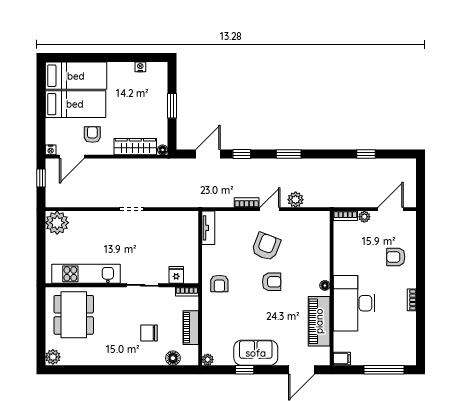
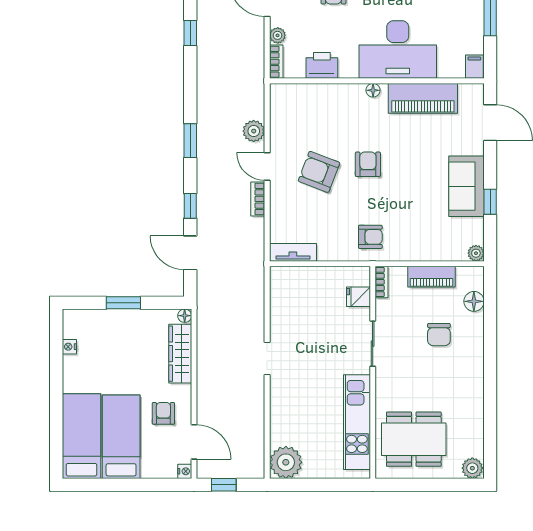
armchair: (92, 135) -> (163, 413), turned 90
printer: (343, 249) -> (322, 65), added

